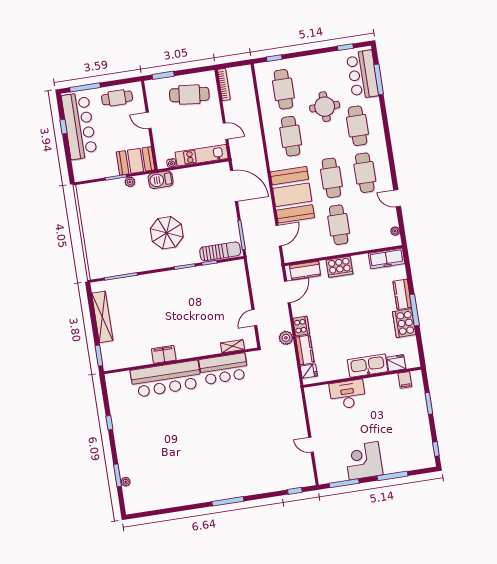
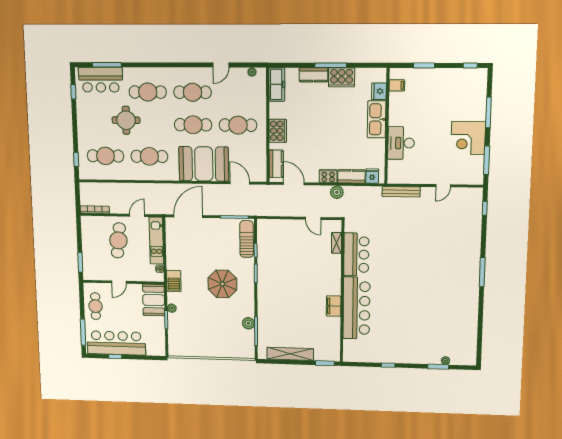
cafe table: (189, 95) -> (118, 240), moved
plant: (128, 267) -> (248, 323), added
bench: (298, 403) -> (401, 192), added

